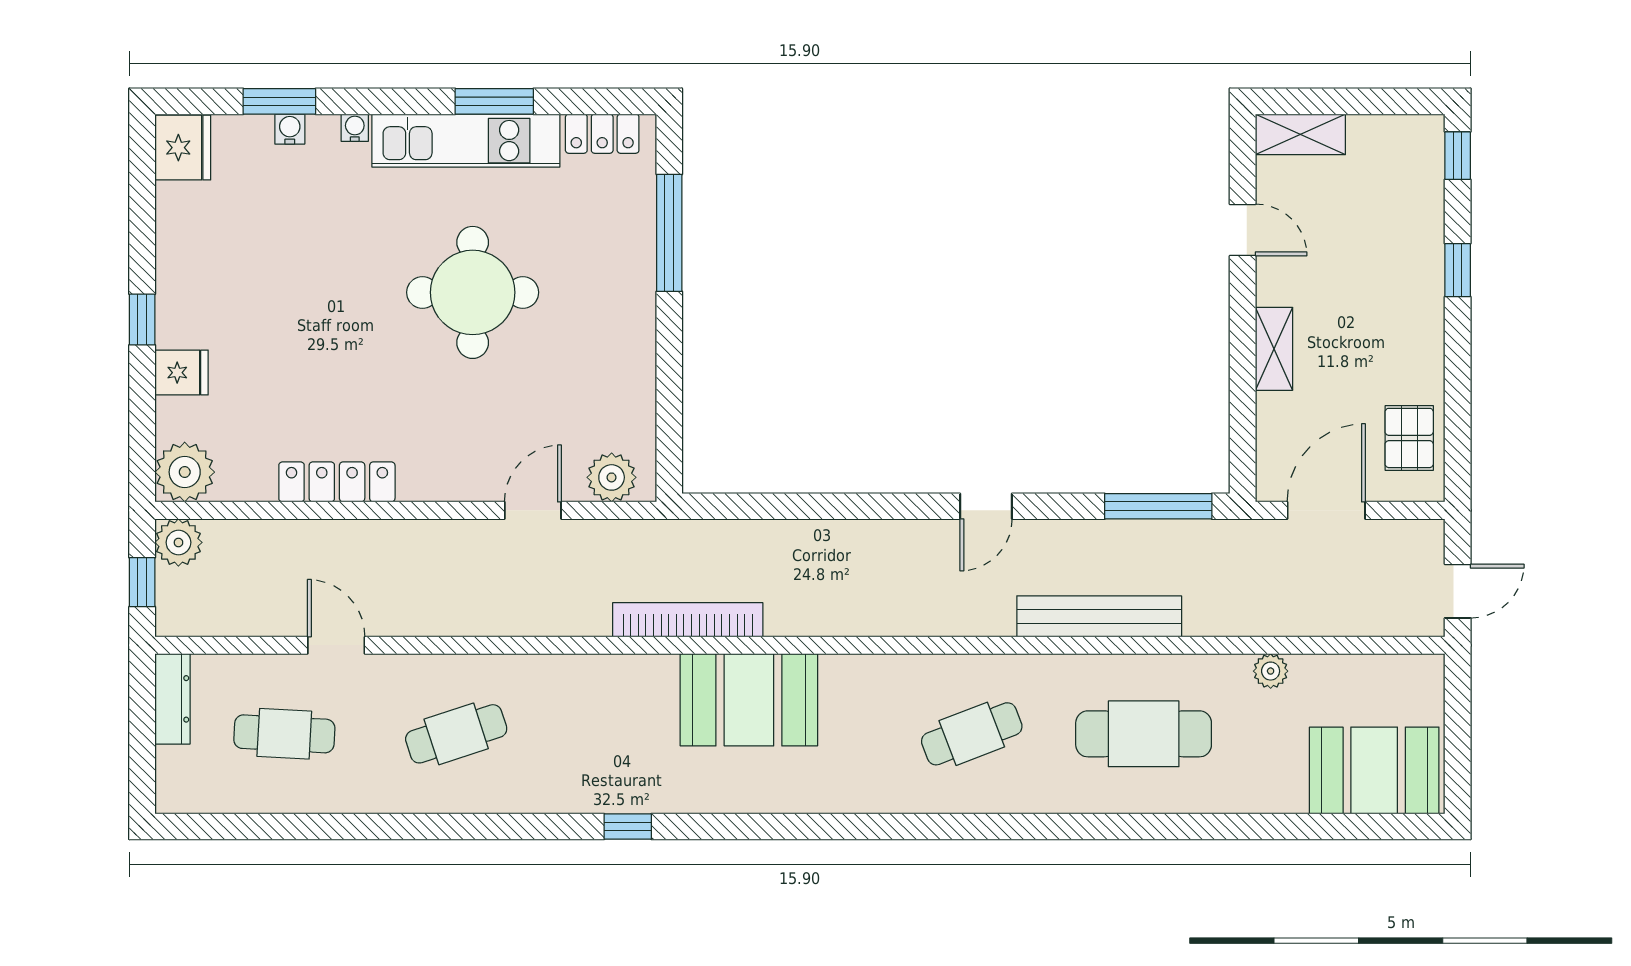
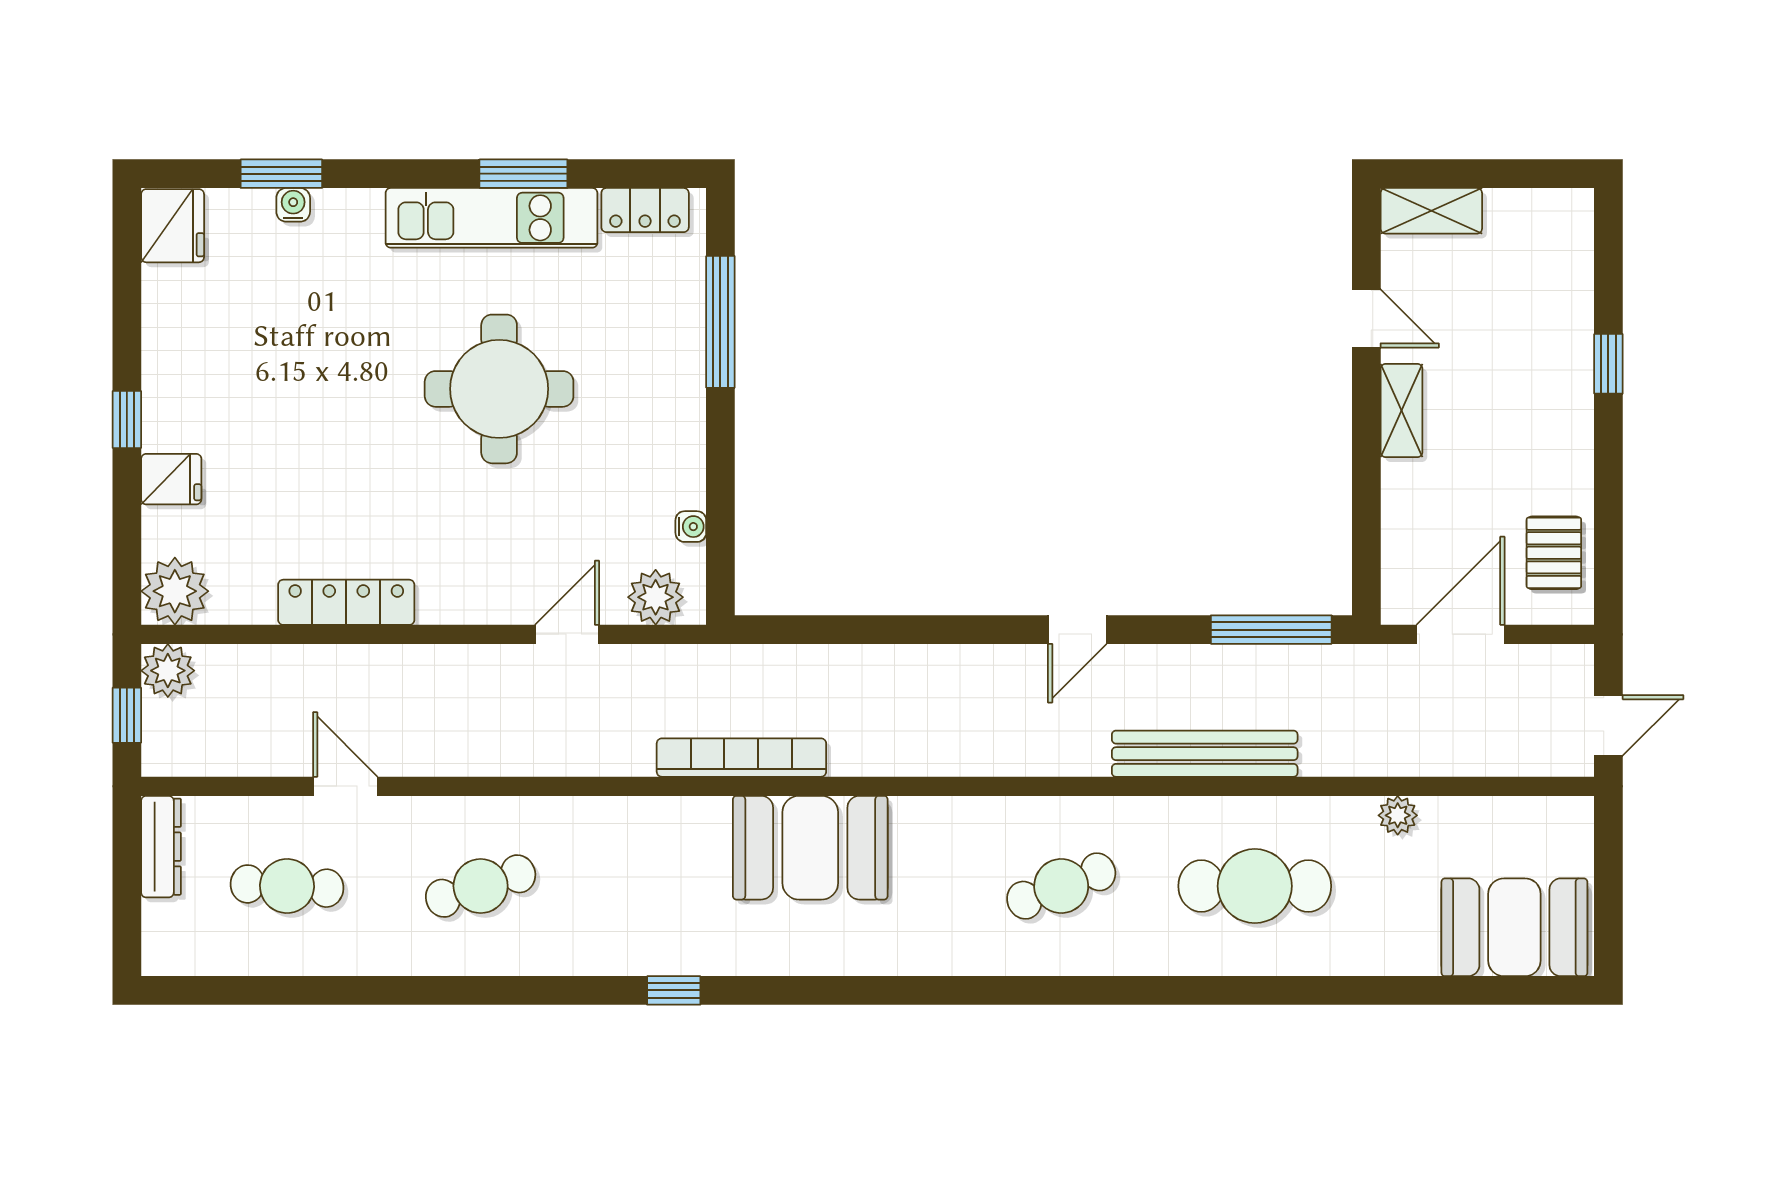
water cooler: (355, 128) -> (691, 527), moved, turned 90
window: (1458, 156) -> (1608, 235), removed
shelving: (1274, 349) -> (1401, 410), moved

